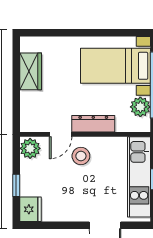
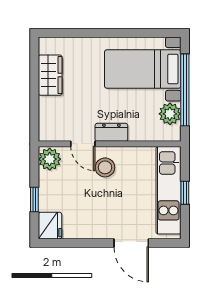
dresser: (93, 124) -> (111, 132), width x0.70
door: (61, 134) -> (83, 144), hinge flipped

